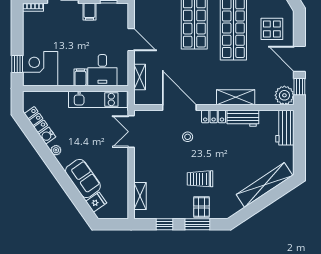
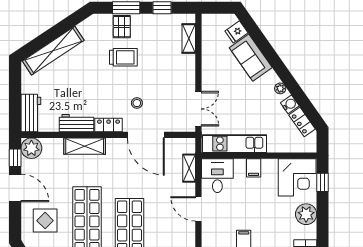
plant: (32, 35) -> (306, 214), added
desk: (102, 70) -> (217, 176), moved

